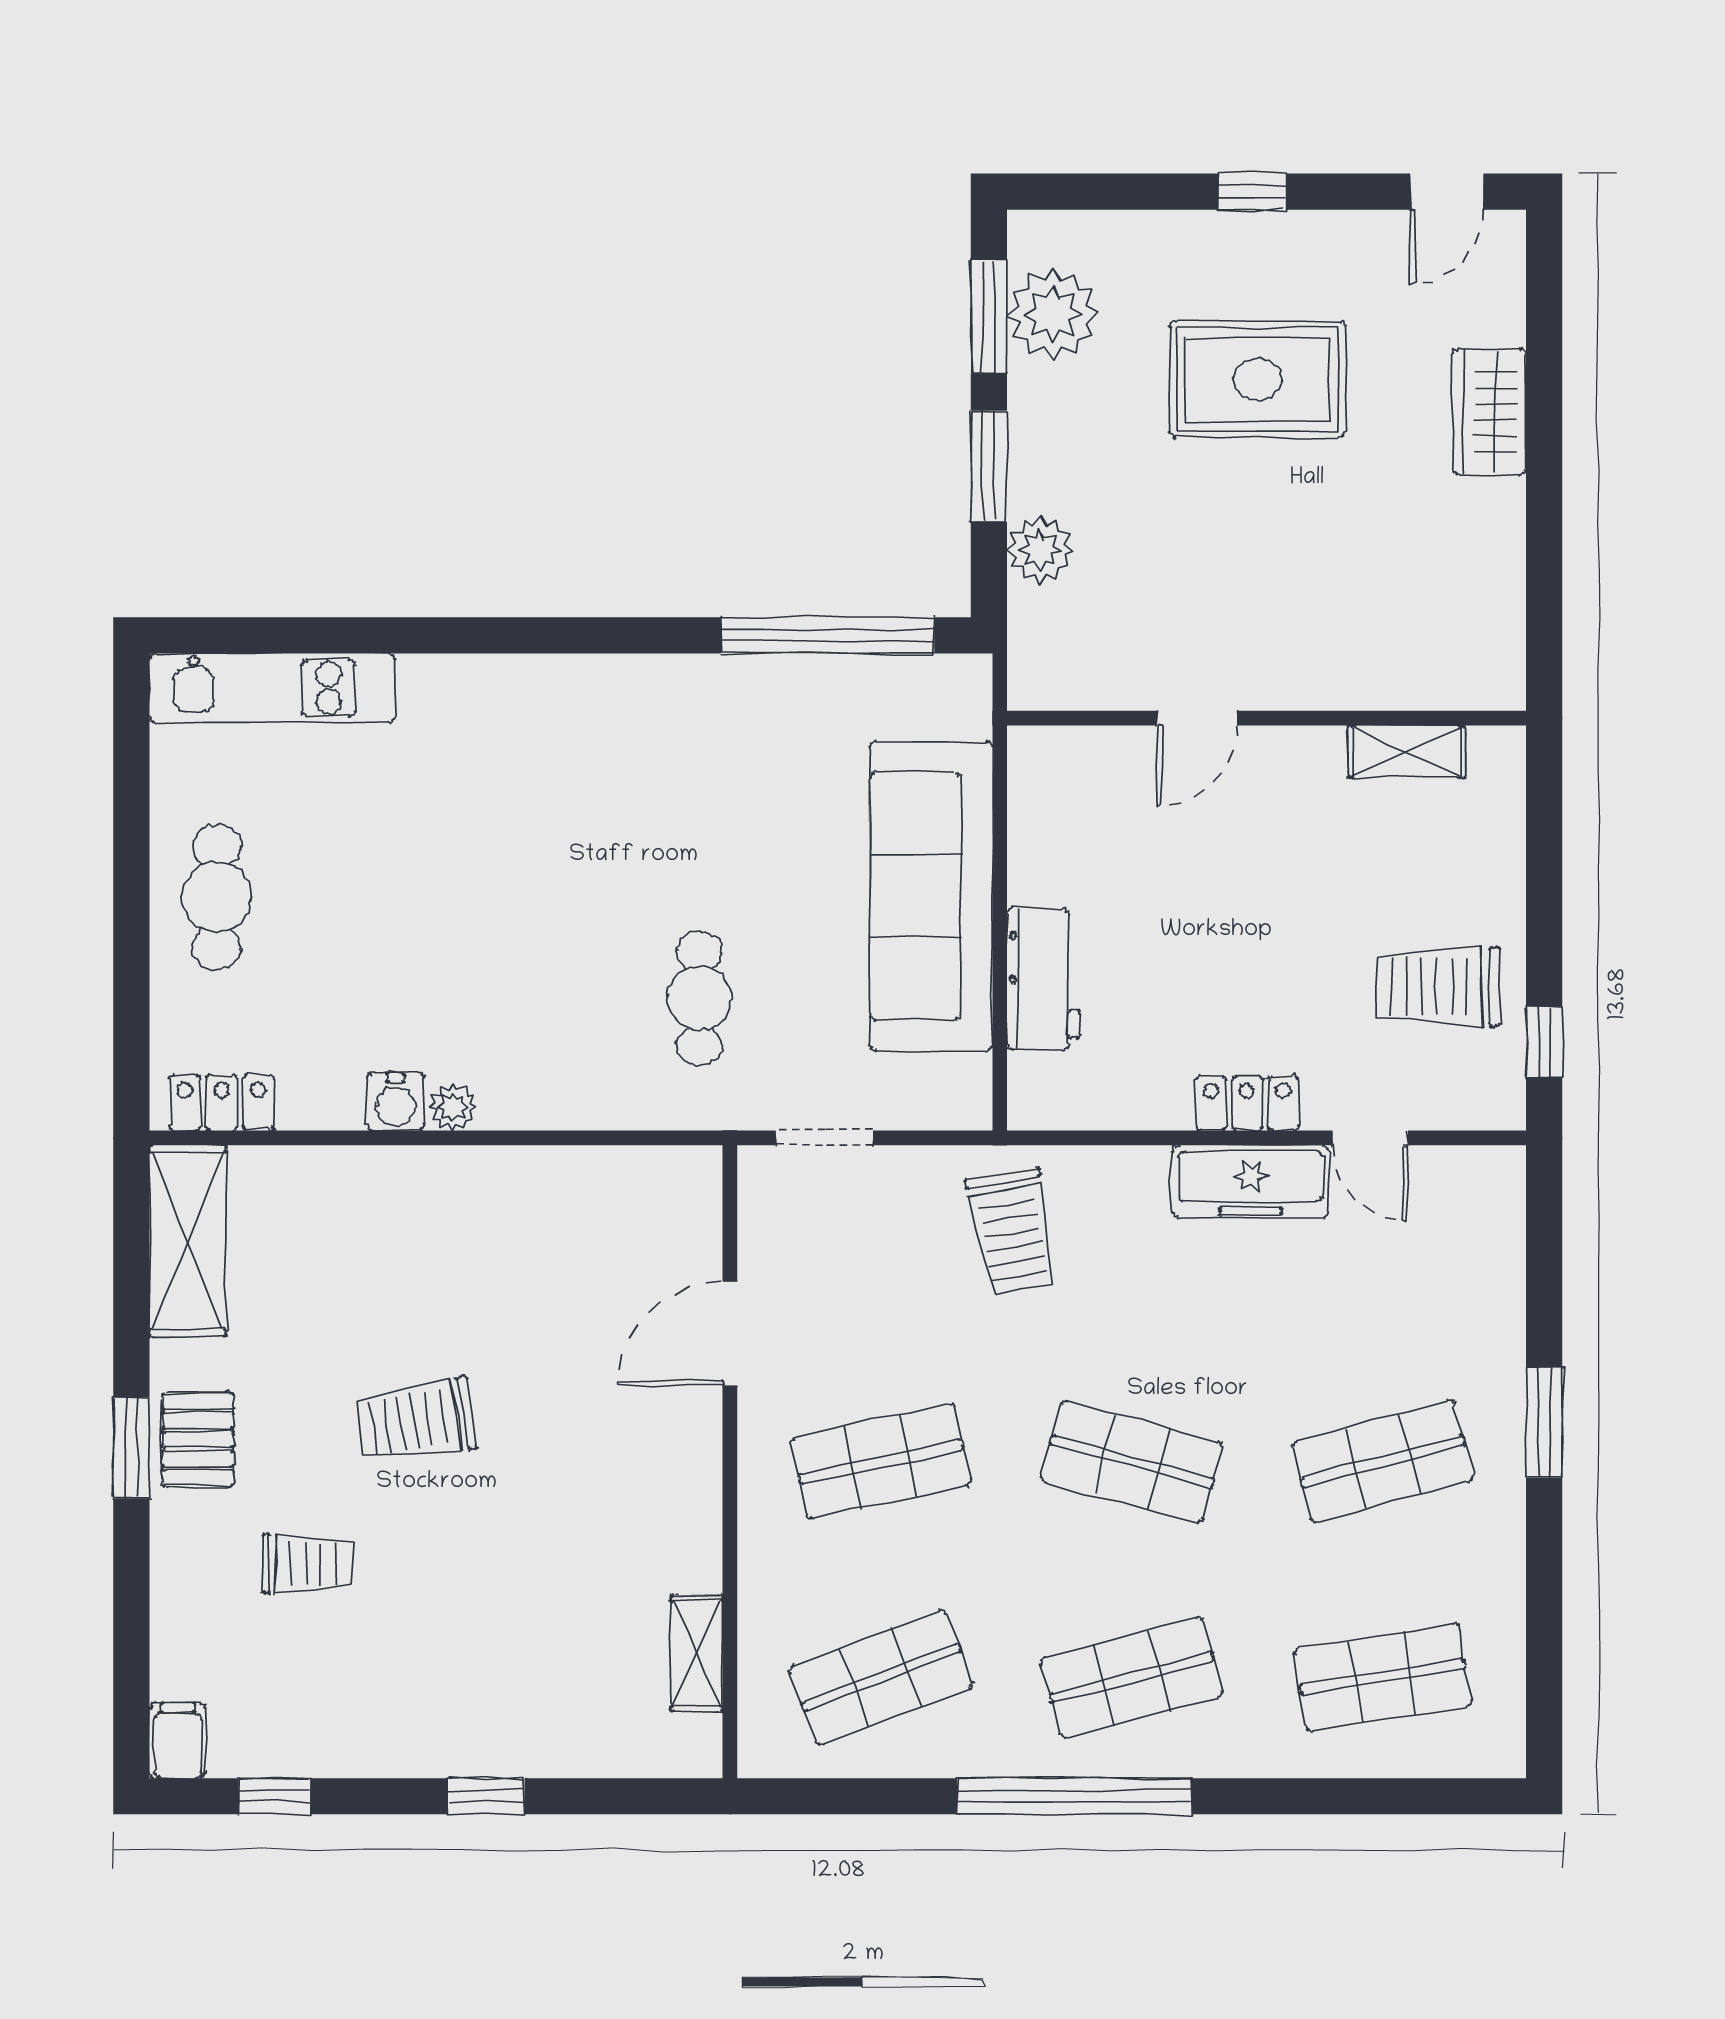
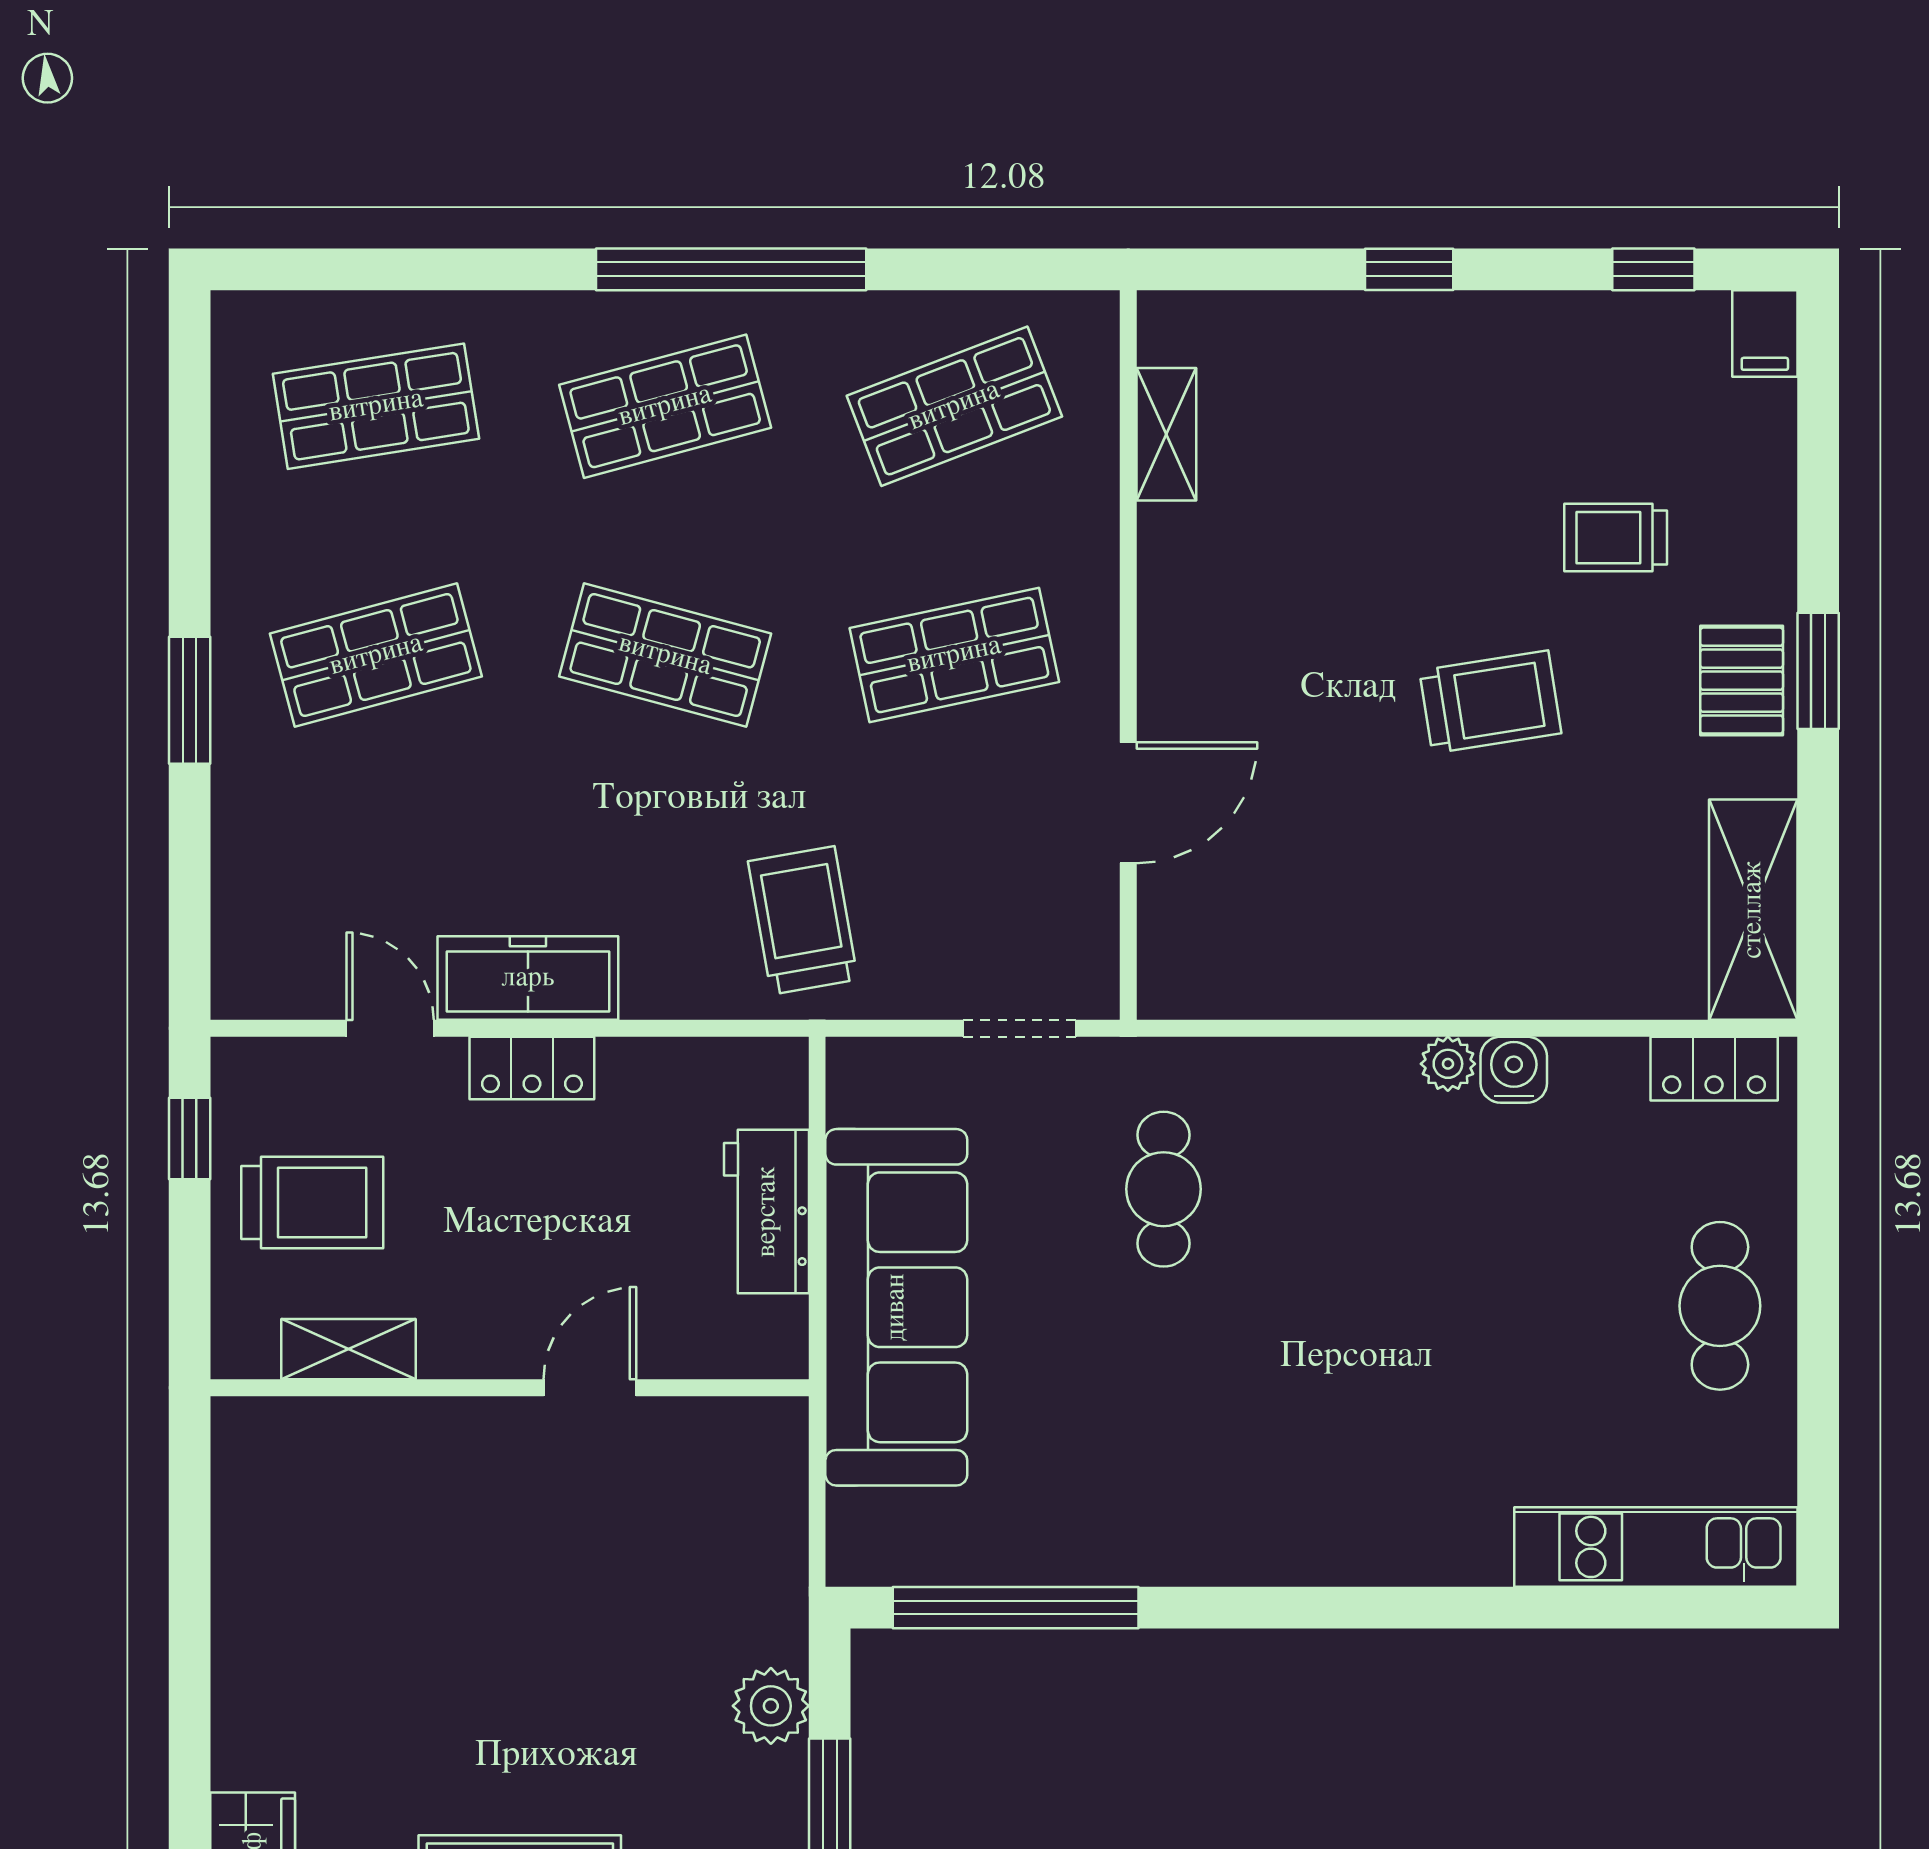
door: (1197, 718) -> (590, 1388), moved
wall: (1267, 718) -> (510, 1388), moved
shelving: (1406, 752) -> (349, 1349), moved

